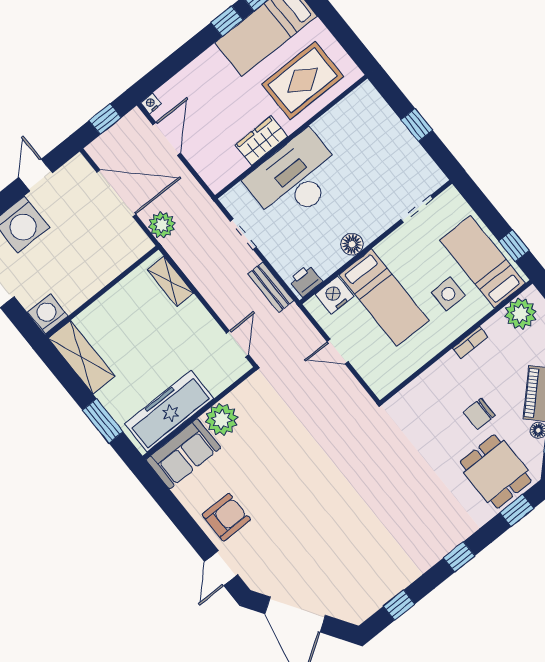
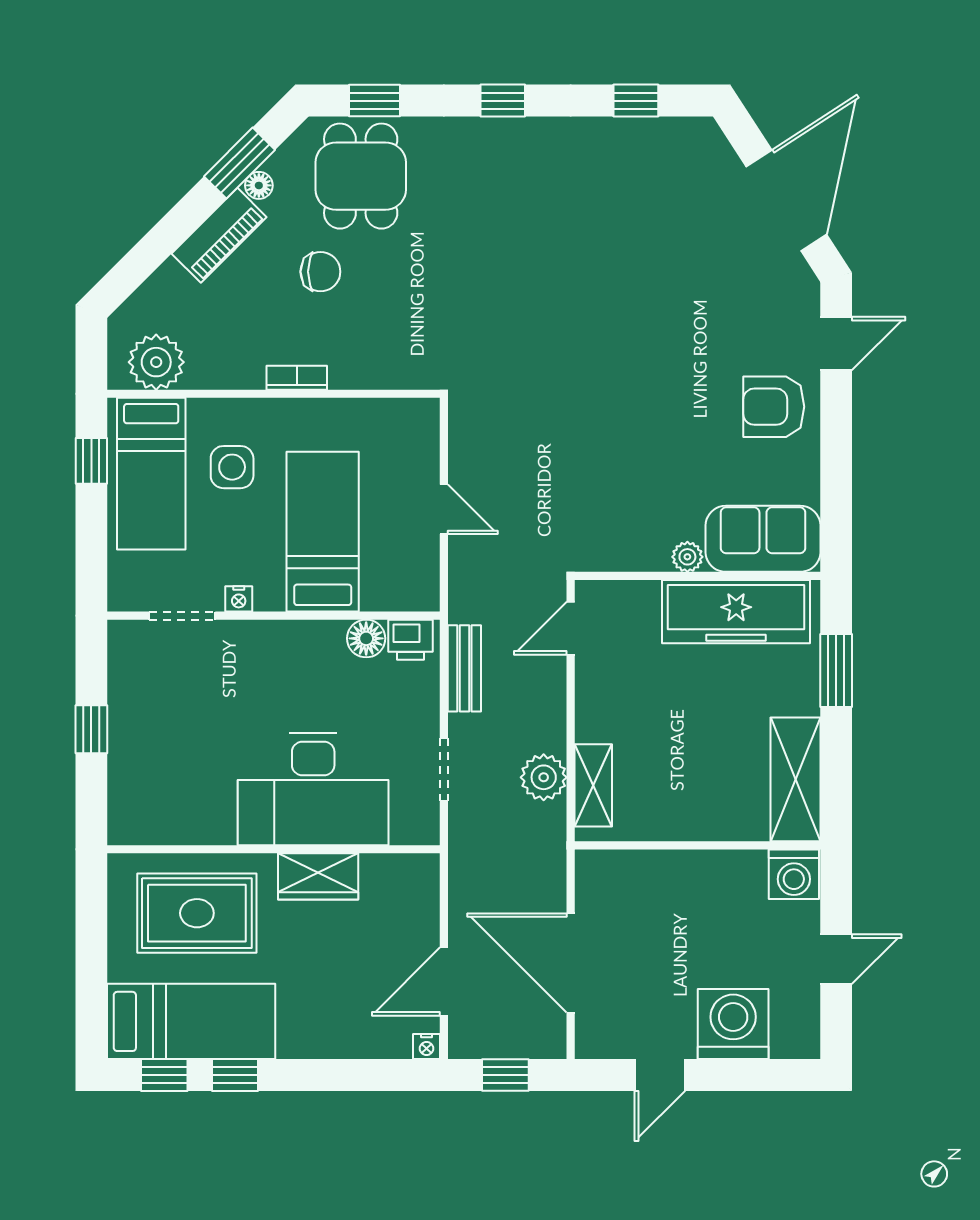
plant: (162, 225) -> (544, 777), moved
floor lamp: (352, 244) -> (366, 638), moved
nightstand: (334, 295) -> (239, 599), moved, width x0.53, depth x0.56
bookcase: (470, 343) -> (297, 378), moved
plant: (222, 419) -> (687, 557), width x0.53, depth x0.53

